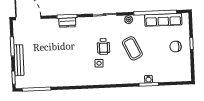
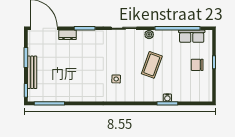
row of seats: (163, 20) -> (192, 36), width x0.68
dresser: (67, 23) -> (68, 35), moved
wheelchair: (103, 46) -> (121, 61), removed
coffee table: (132, 48) -> (152, 65), turned 46

